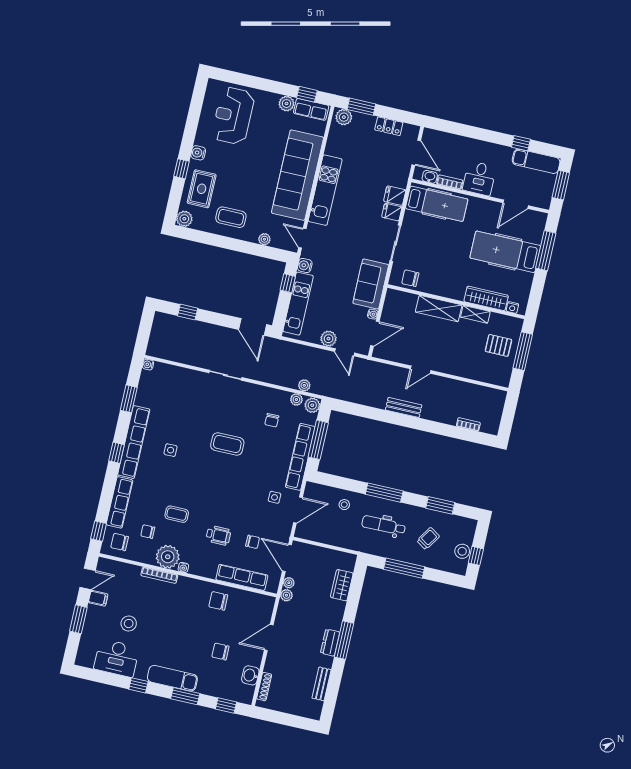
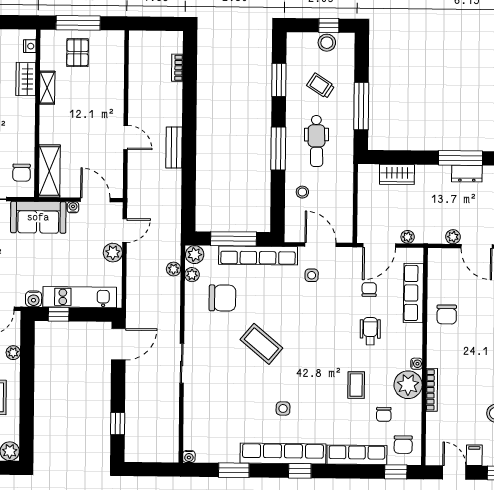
wardrobe: (486, 298) -> (26, 79), width x0.67
shelving: (439, 309) -> (49, 171), moved
chair: (272, 420) -> (222, 298), width x1.87, depth x1.87
coffee table: (227, 444) -> (261, 344), turned -50
plant: (286, 595) -> (453, 237), moved

